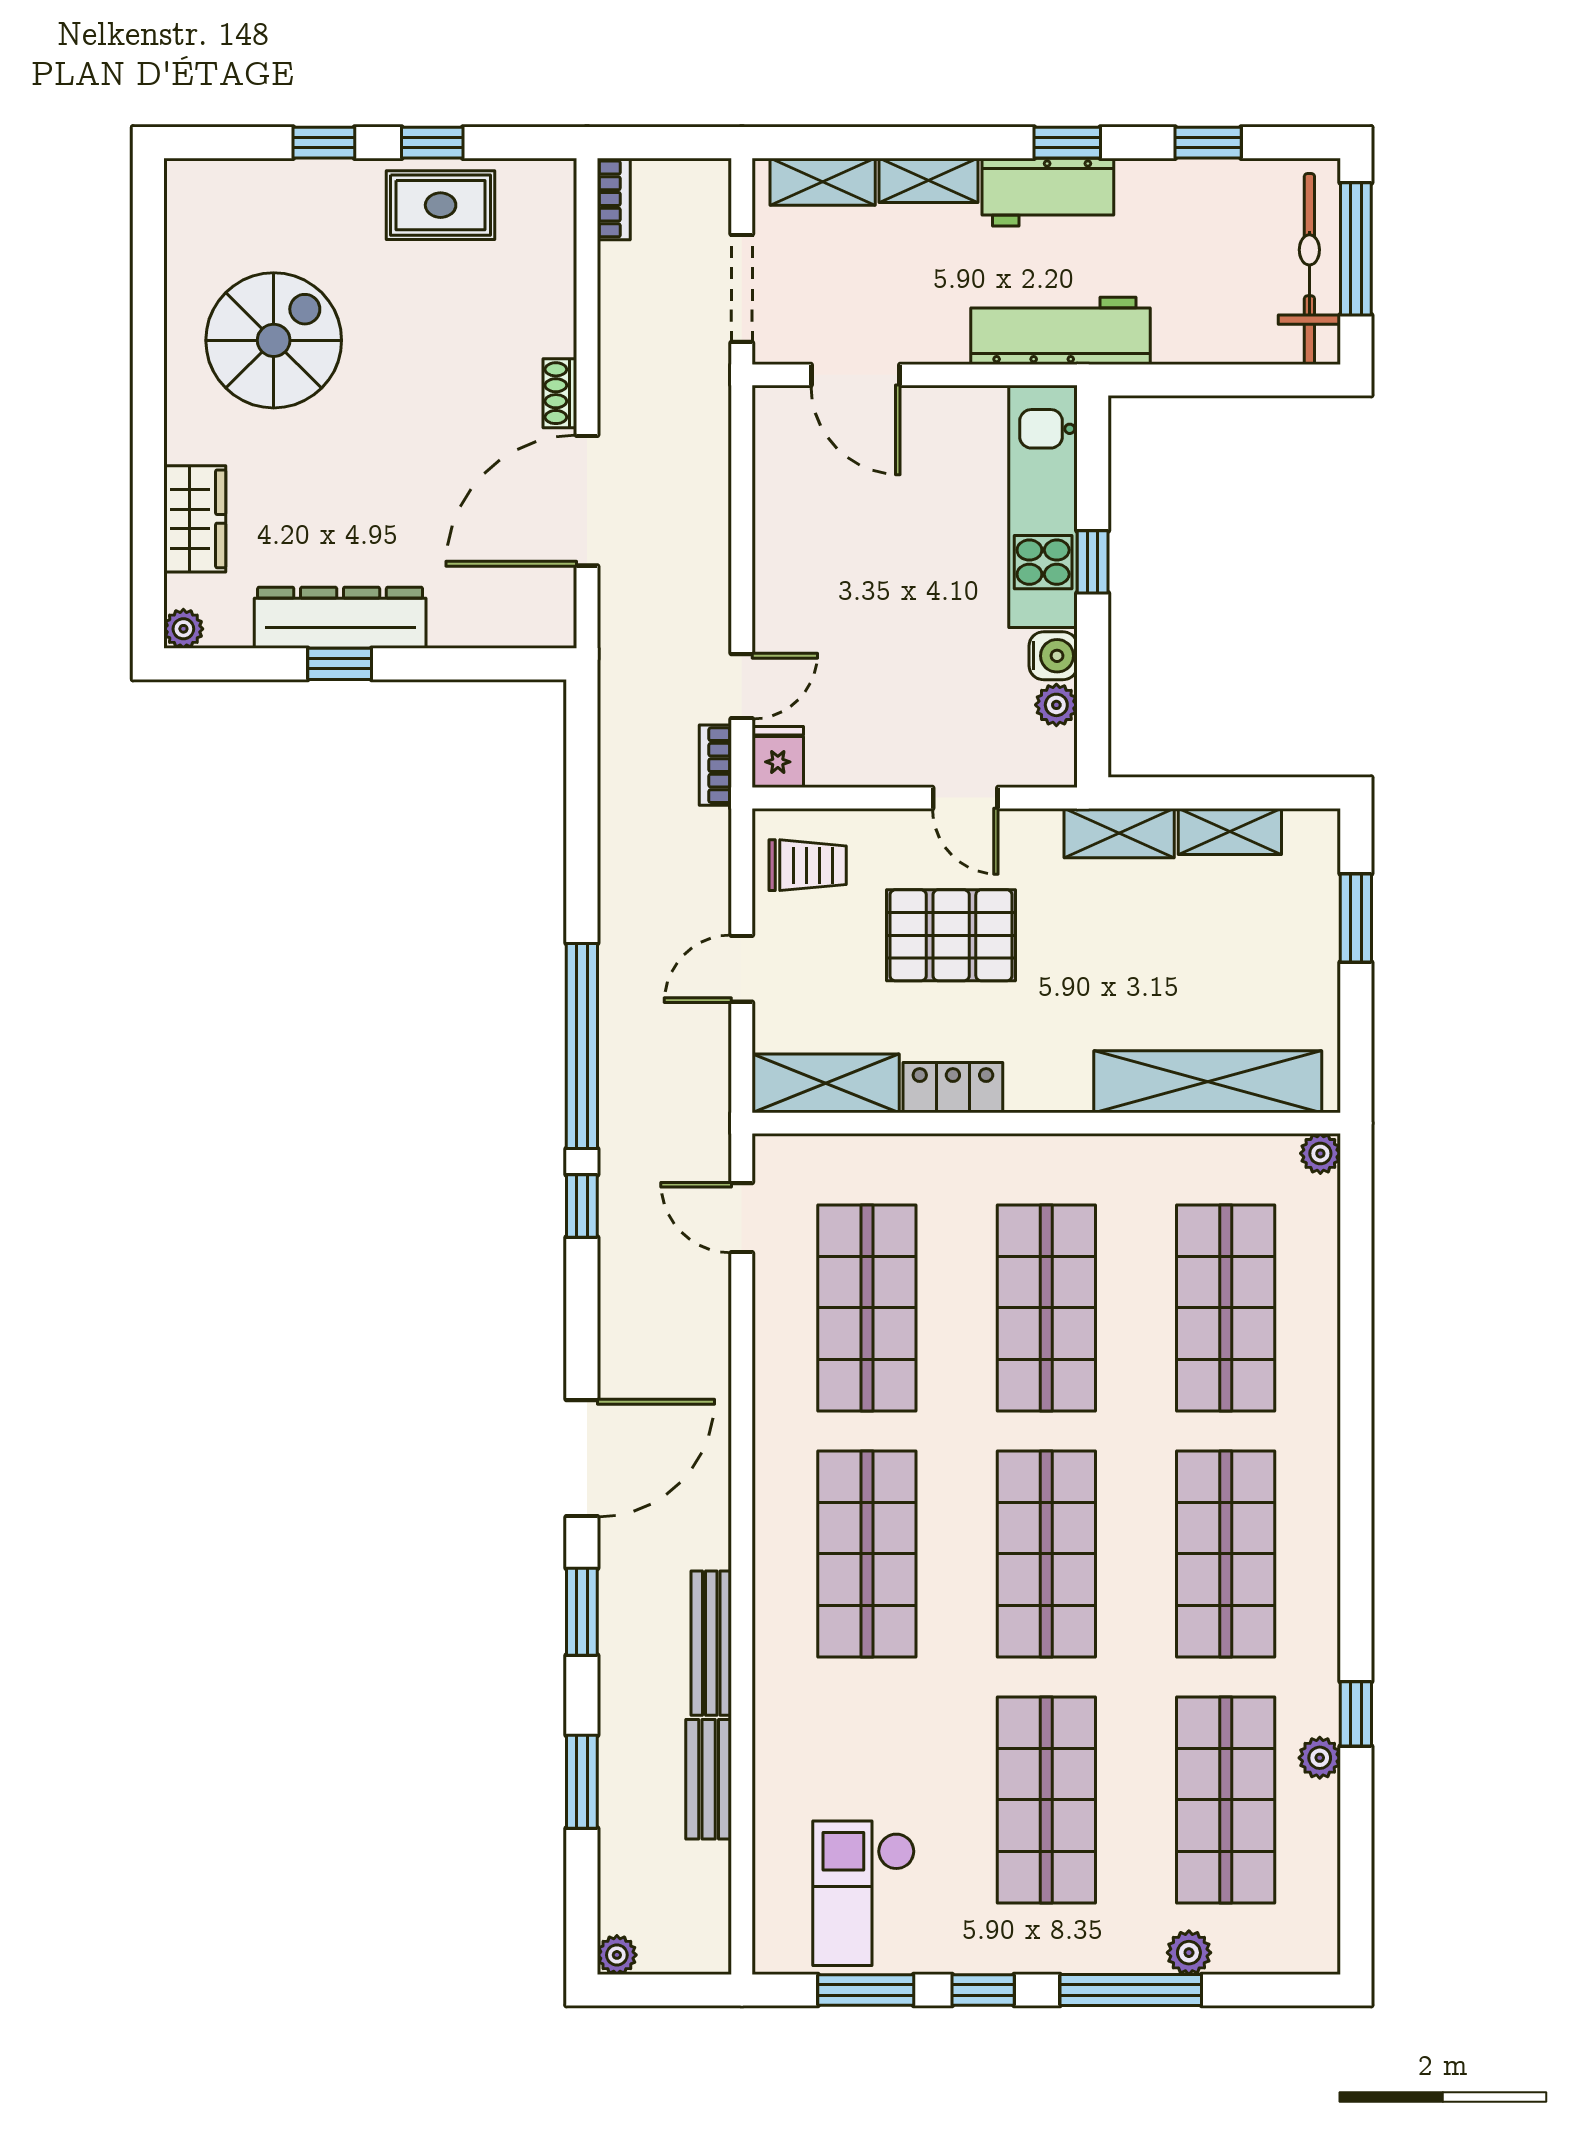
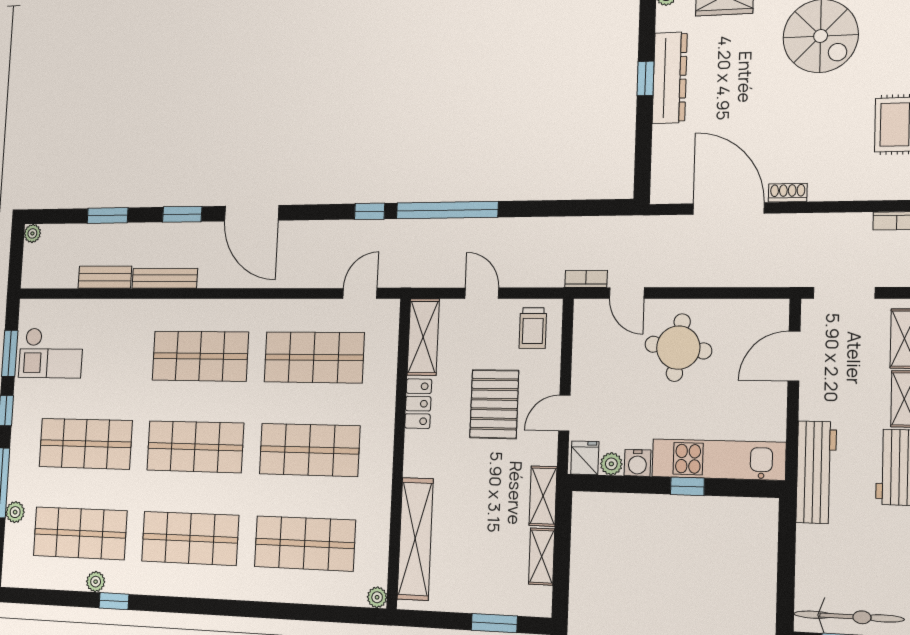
round table: (842, 586) -> (678, 348), added
fridge: (778, 757) -> (585, 458), moved, turned -90
checkout: (864, 1893) -> (51, 353), turned 180

